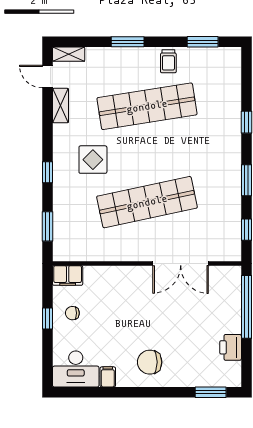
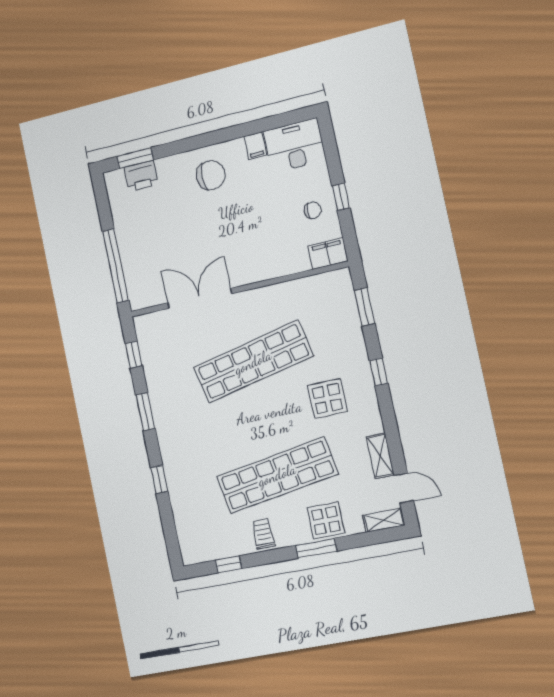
window: (203, 42) -> (228, 564), width x0.67
display table: (115, 63) -> (326, 520), added
printer: (231, 347) -> (141, 176), moved, turned 90

